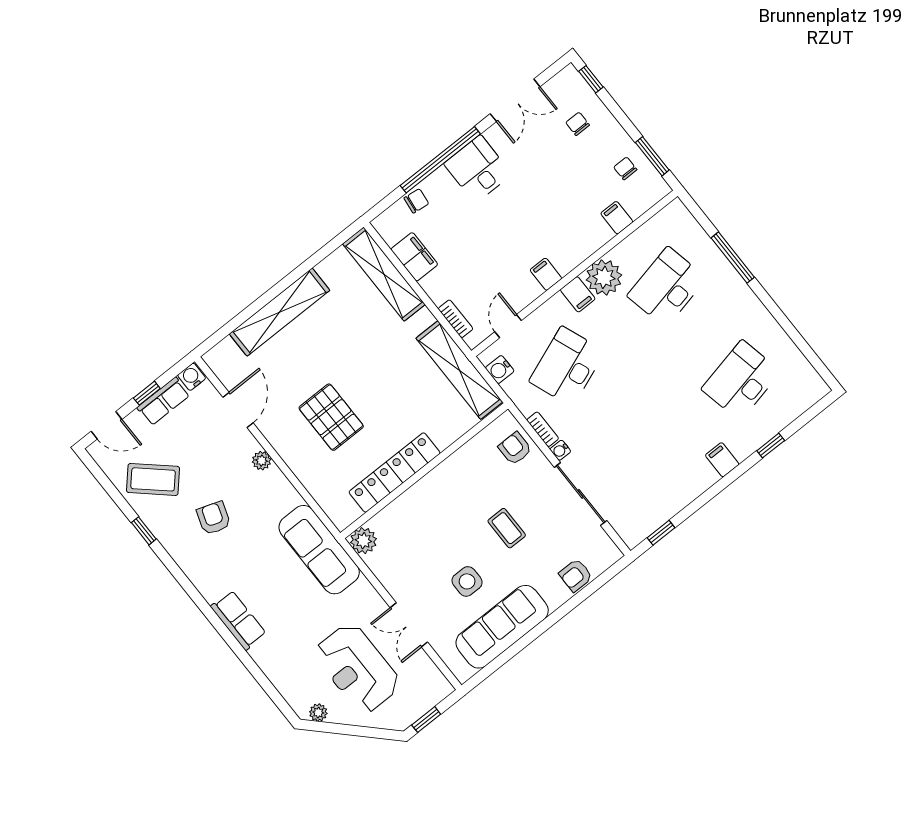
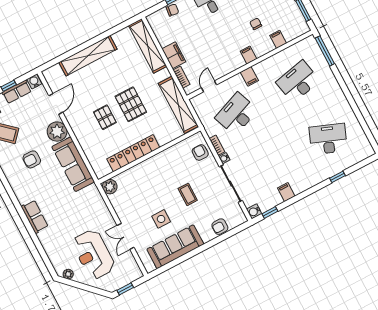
chair: (625, 168) -> (256, 24), moved
filing cabinet: (414, 257) -> (174, 55), moved
window: (733, 258) -> (325, 51), moved
filing cabinet: (546, 274) -> (248, 55), moved
plant: (604, 277) -> (265, 70), removed
water cooler: (500, 370) -> (254, 211), moved
desk: (741, 380) -> (328, 139), turned 33
pallet: (373, 385) -> (131, 104), added
pallet: (331, 417) -> (105, 117), width x0.67, depth x0.71
filing cabinet: (722, 460) -> (286, 192), moved
plant: (262, 461) -> (57, 132), width x1.88, depth x1.88
armchair: (214, 518) -> (32, 159), turned -109
sofa: (319, 550) -> (73, 164), moved

